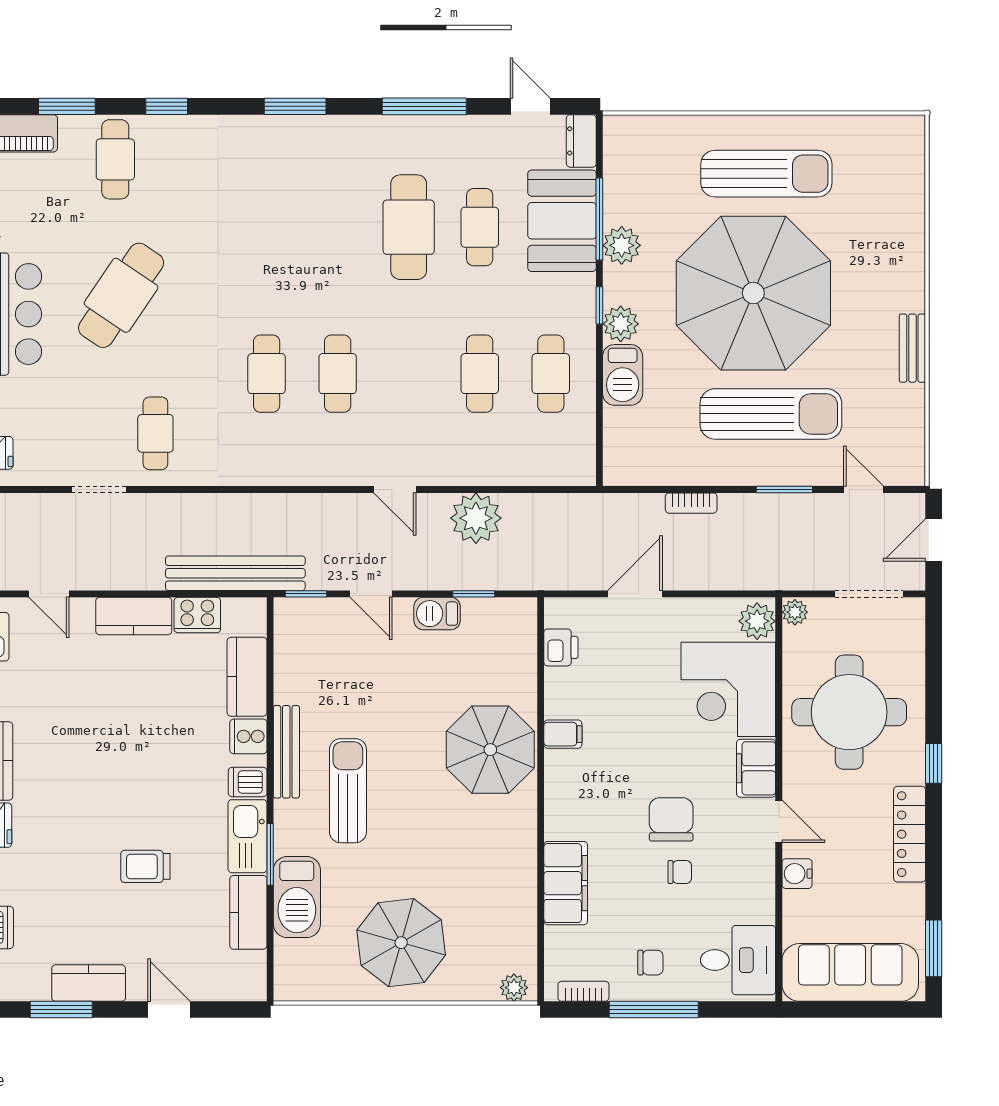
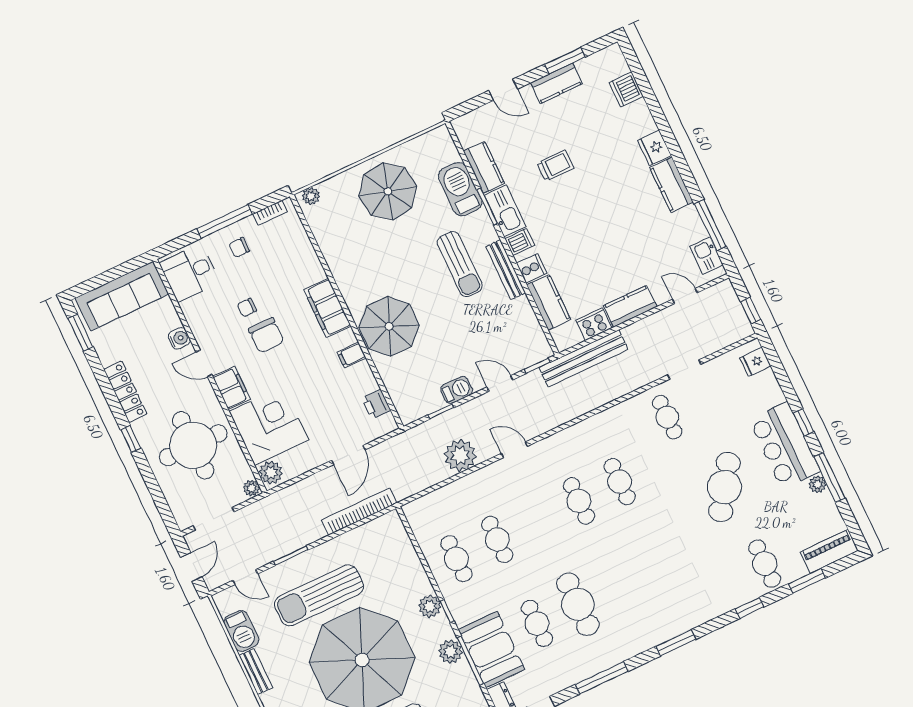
barbecue: (623, 375) -> (241, 631), moved, turned 180
bookcase: (691, 503) -> (359, 511), width x2.31, depth x1.31
filing cabinet: (566, 883) -> (327, 308), moved

